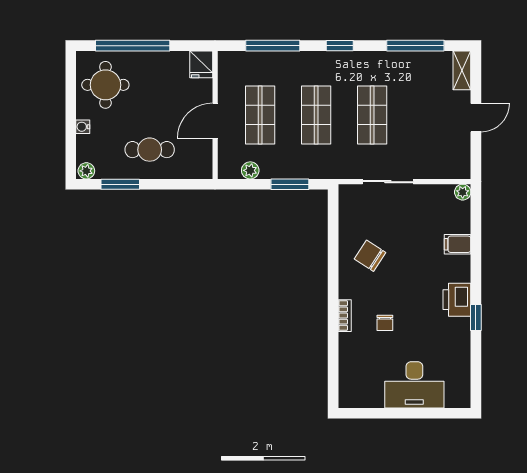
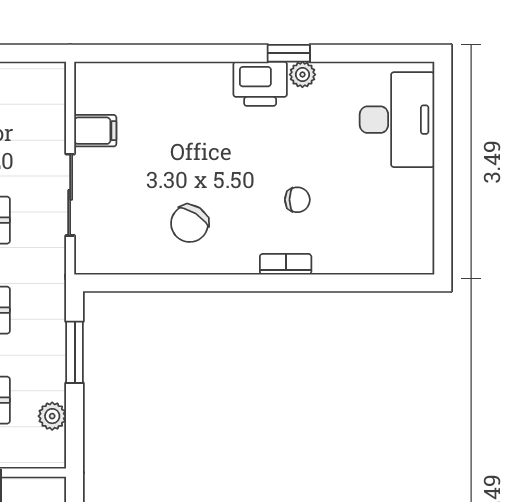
plant: (463, 192) -> (302, 75), moved
filing cabinet: (458, 244) -> (95, 131), moved, turned -90
desk: (414, 385) -> (397, 120), moved

